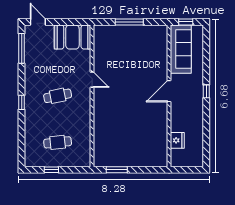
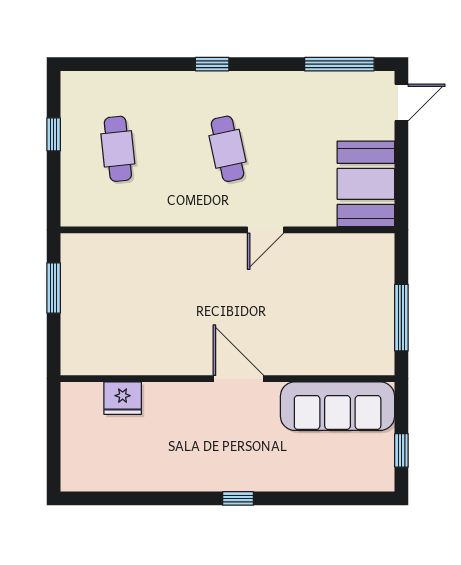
sofa: (181, 49) -> (338, 406), moved
door: (169, 91) -> (238, 379), moved
wall: (169, 96) -> (227, 379), moved
fridge: (177, 140) -> (123, 398), moved

